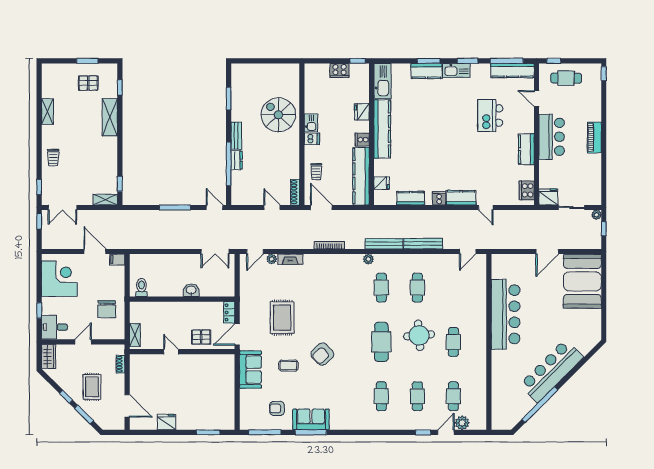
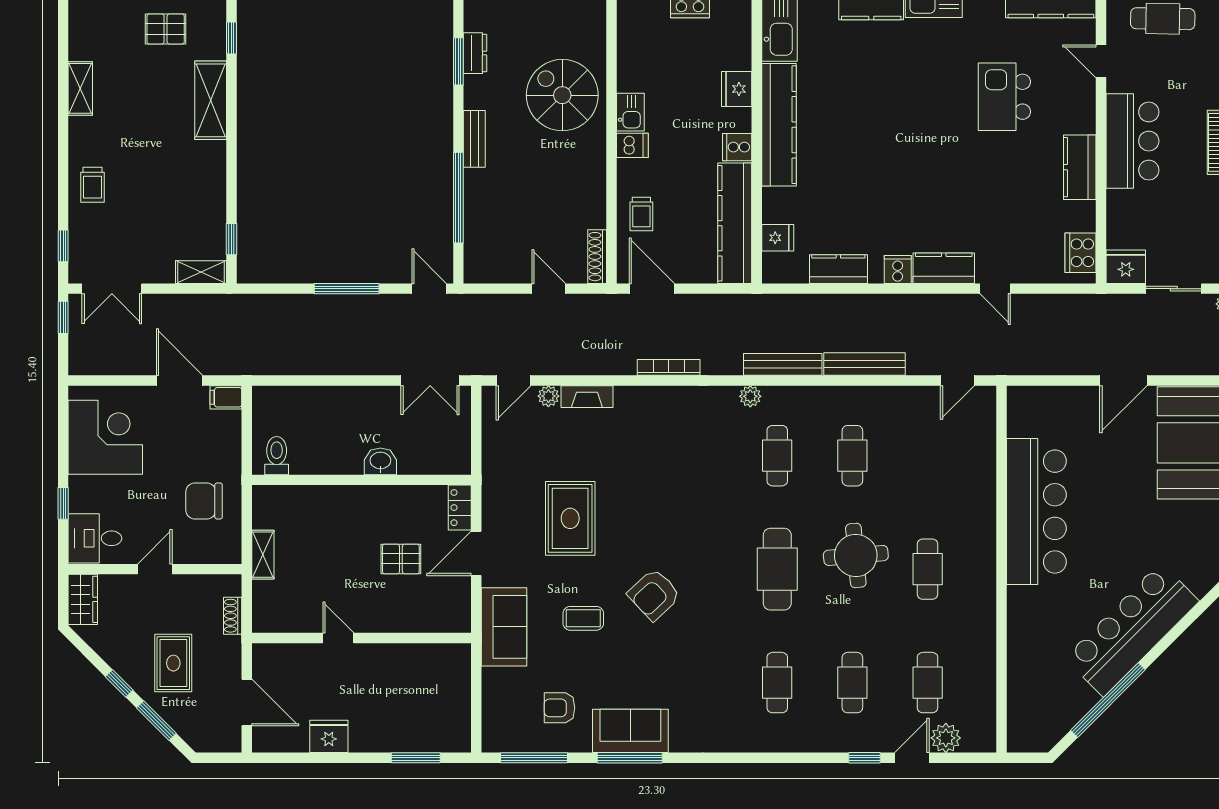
dresser: (237, 160) -> (475, 53), moved
chair: (107, 309) -> (204, 501), turned 90
door: (171, 352) -> (338, 638), moved
wall: (182, 352) -> (361, 638), moved

